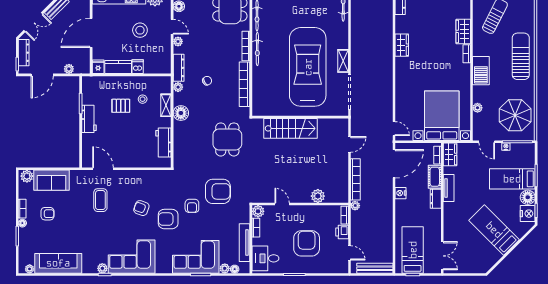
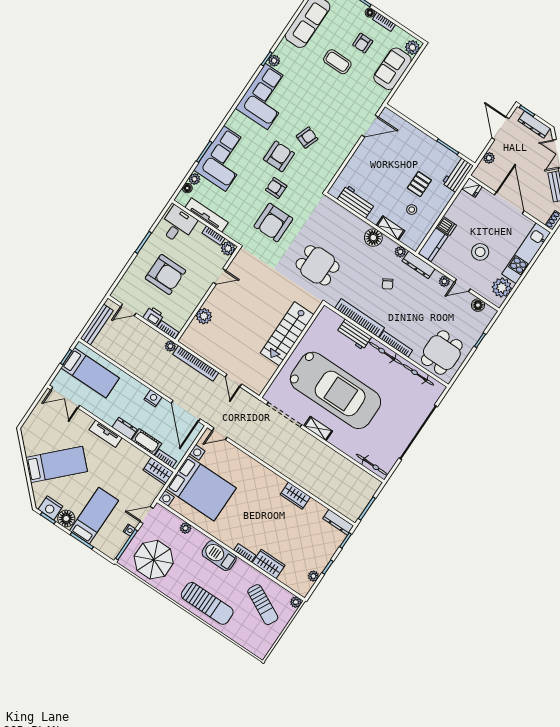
kitchen counter: (118, 67) -> (433, 245), moved
workbench: (259, 80) -> (354, 335), added
workbench: (89, 119) -> (458, 174), moved, turned 90
tv unit: (449, 188) -> (106, 434), moved
coffee table: (100, 200) -> (337, 62), moved

